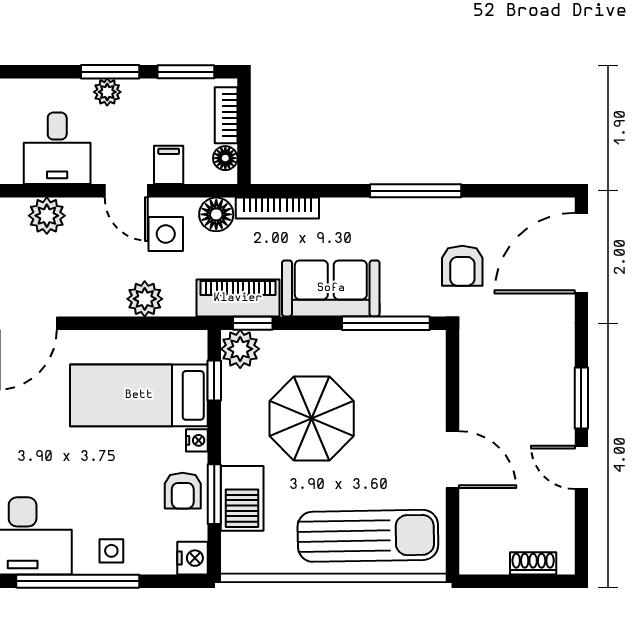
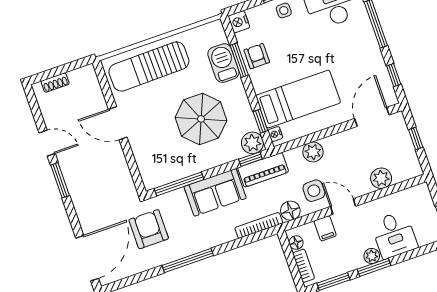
desk: (57, 148) -> (394, 235), moved, turned 180
armchair: (462, 266) -> (149, 229), width x1.38, depth x1.38
nightstand: (197, 440) -> (275, 134), moved

